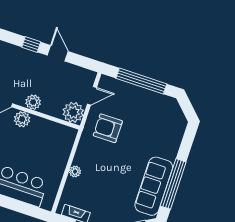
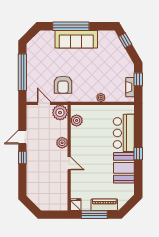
plant: (22, 119) -> (77, 120), moved
window: (173, 184) -> (71, 26), moved
sofa: (154, 186) -> (76, 39), moved

